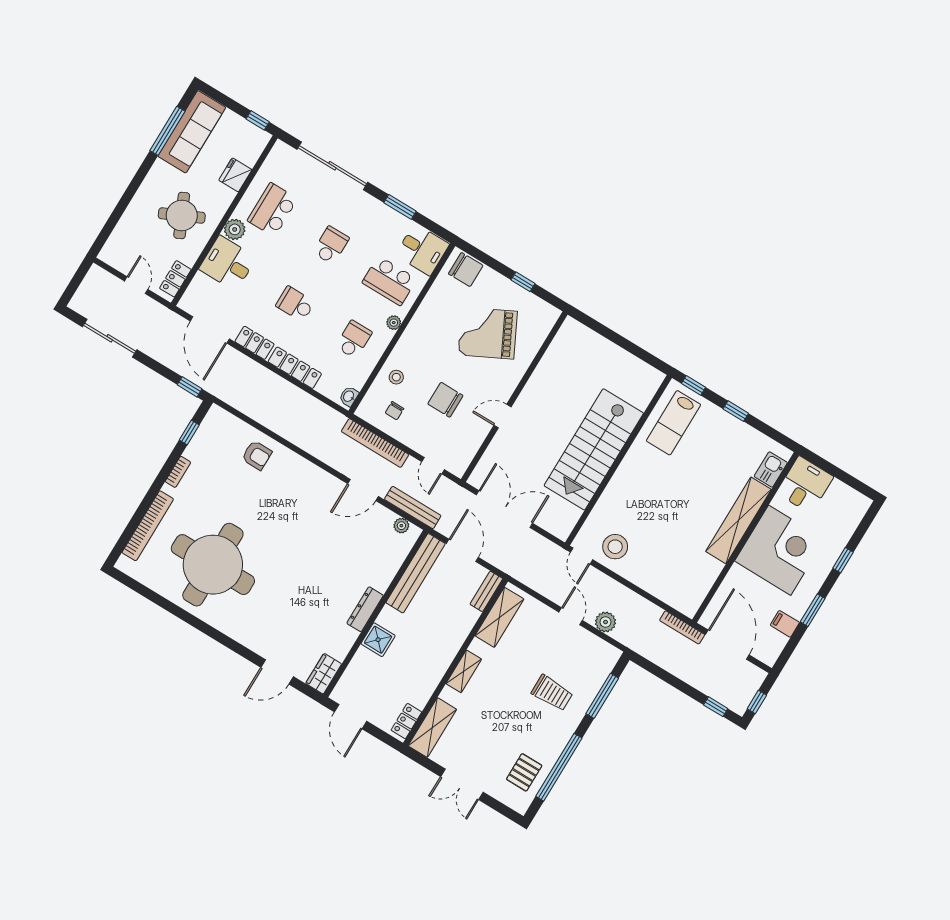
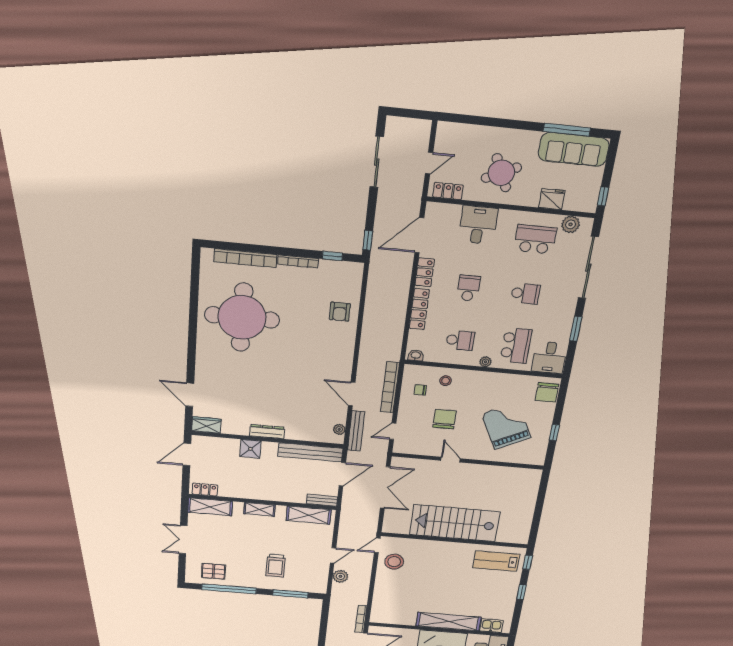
plant: (235, 229) -> (571, 224), moved
school desk: (389, 281) -> (516, 346), turned 180
bookcase: (178, 472) -> (298, 261), width x1.56

